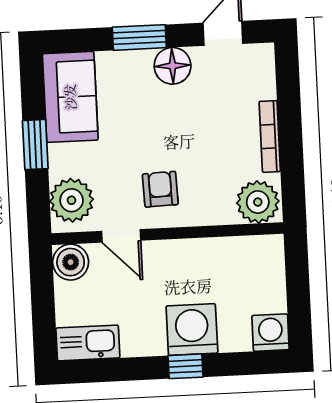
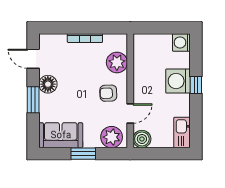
plant: (258, 202) -> (117, 62), moved

